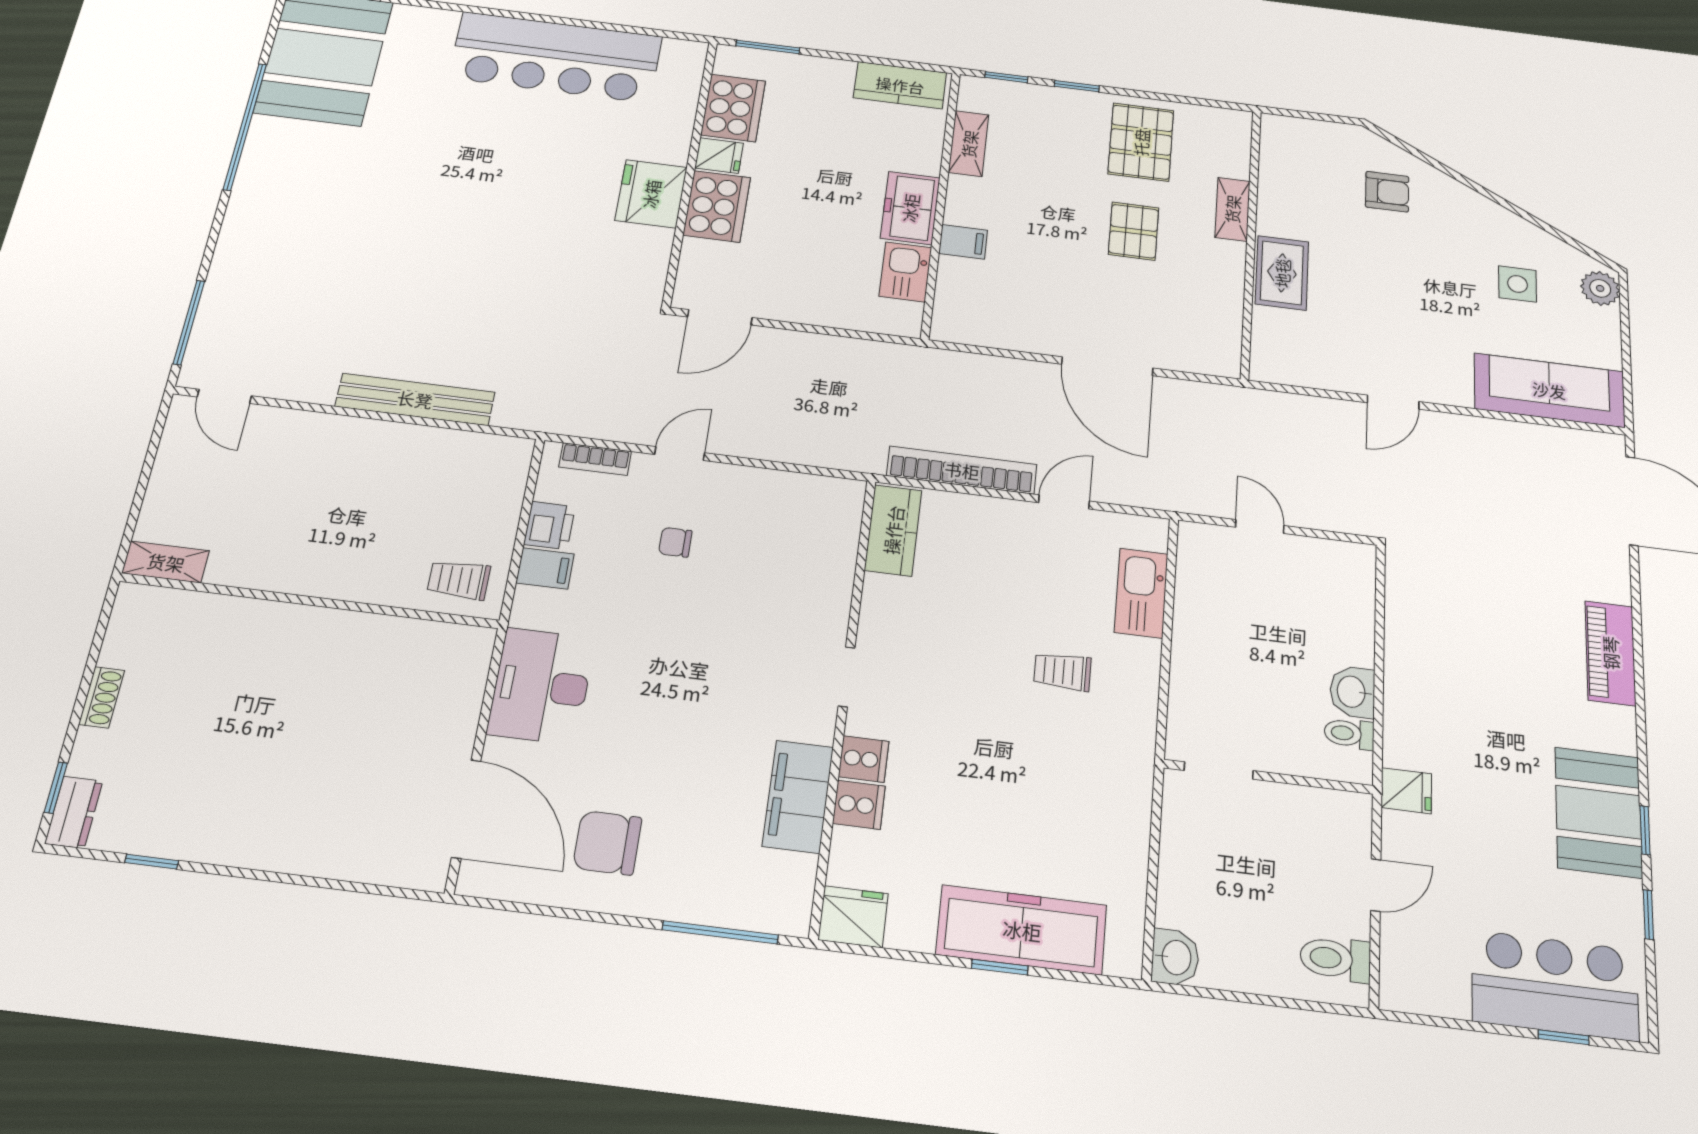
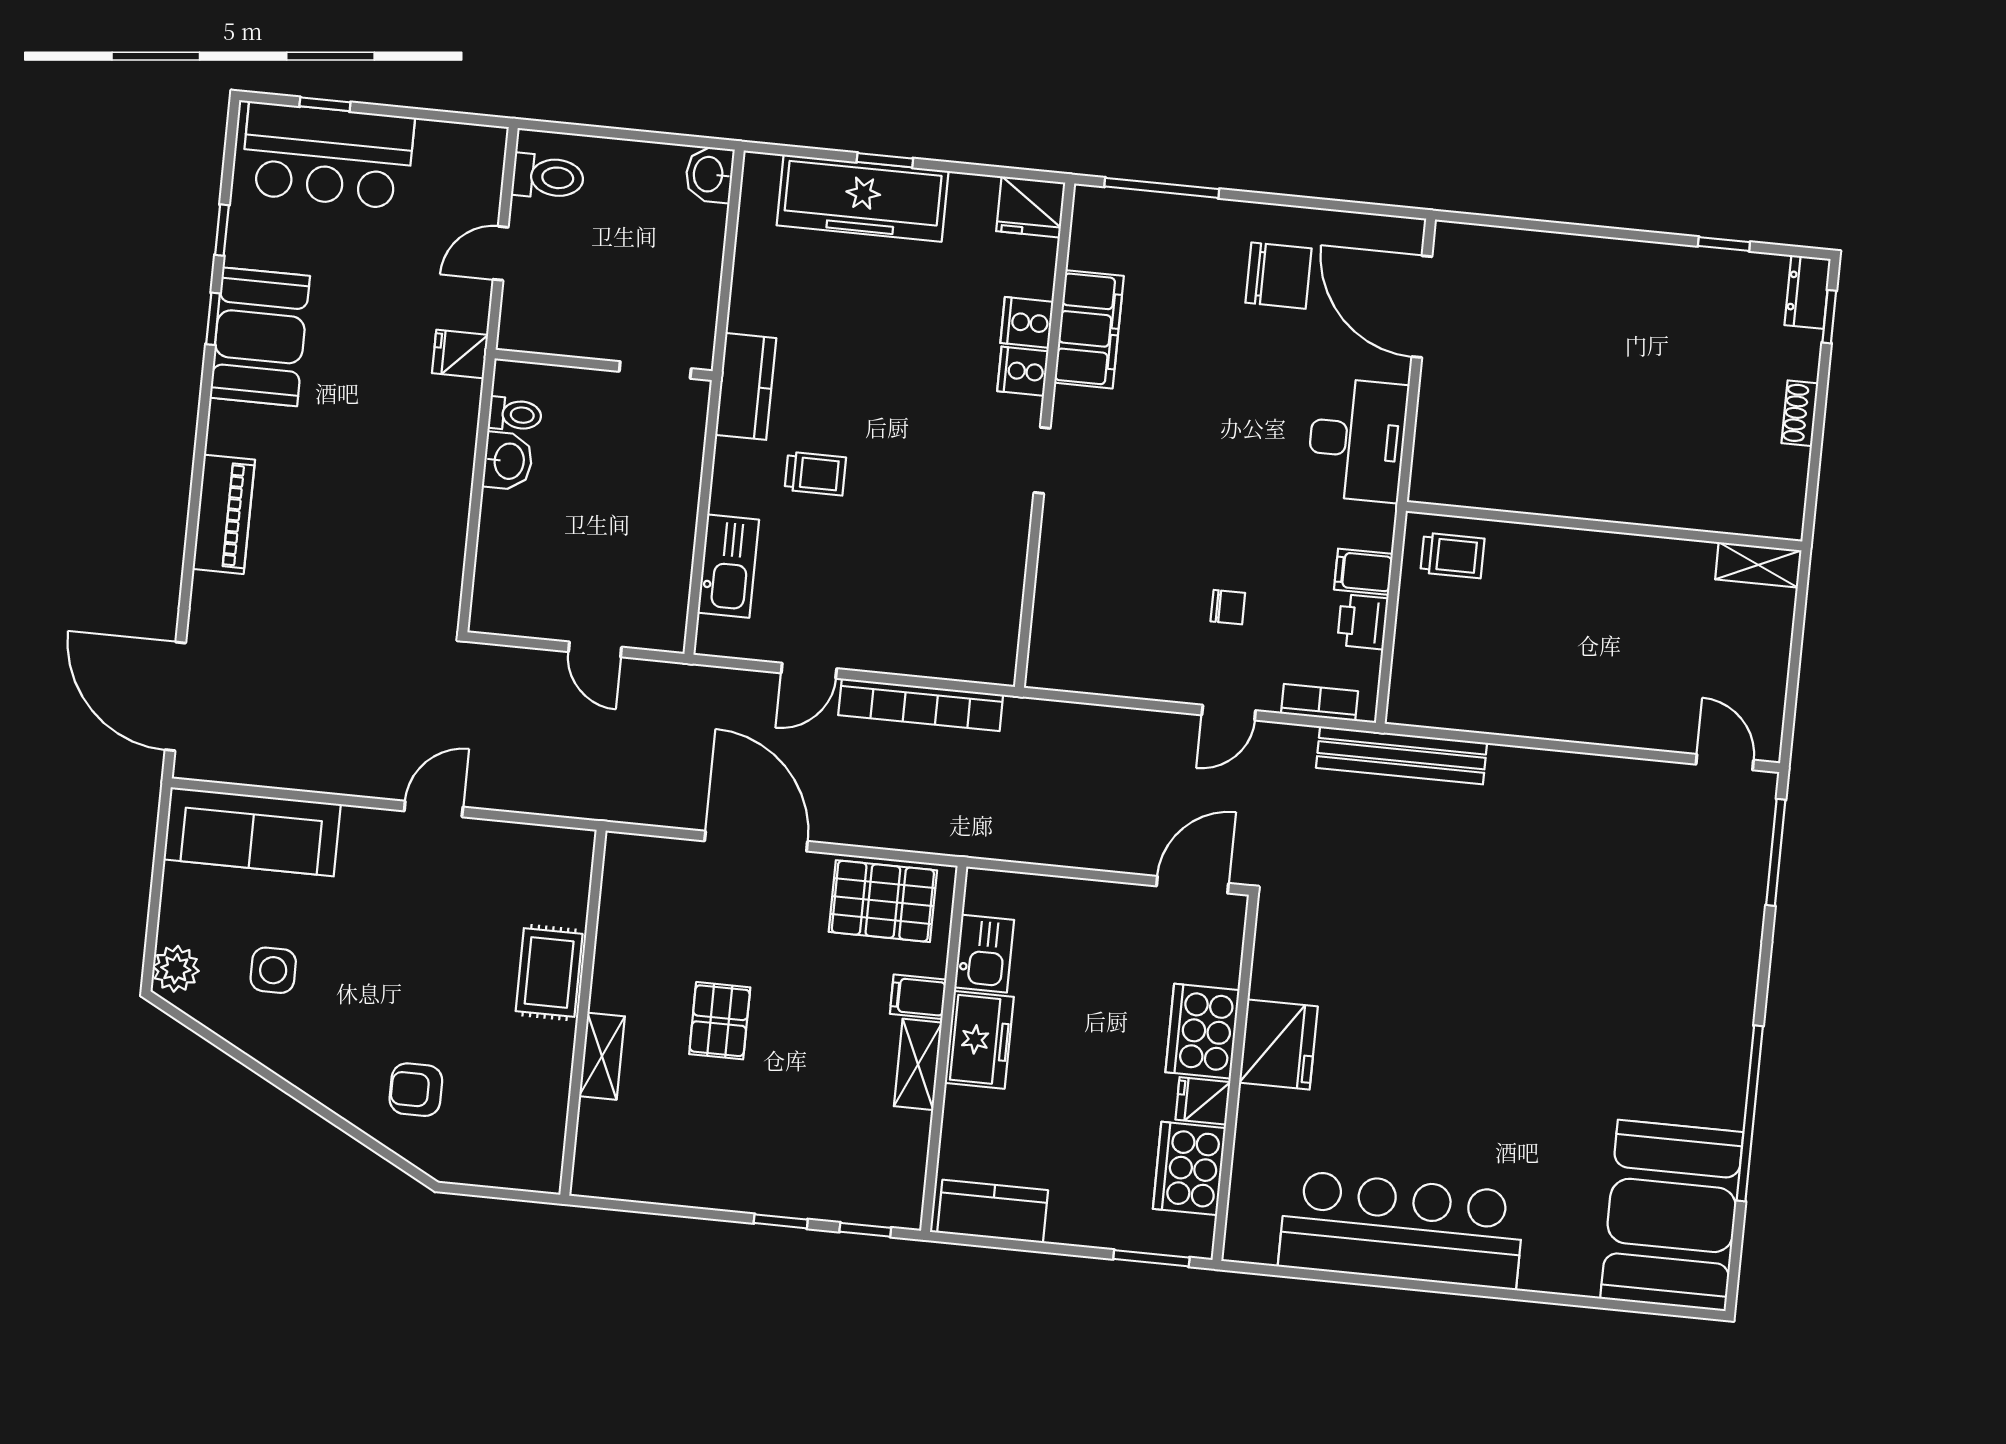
pallet: (1141, 142) -> (883, 901), moved, turned 90
shelving: (969, 144) -> (918, 1064), moved
bench: (415, 399) -> (1402, 755), moved
kitchen counter: (893, 530) -> (746, 386), moved, turned 180

